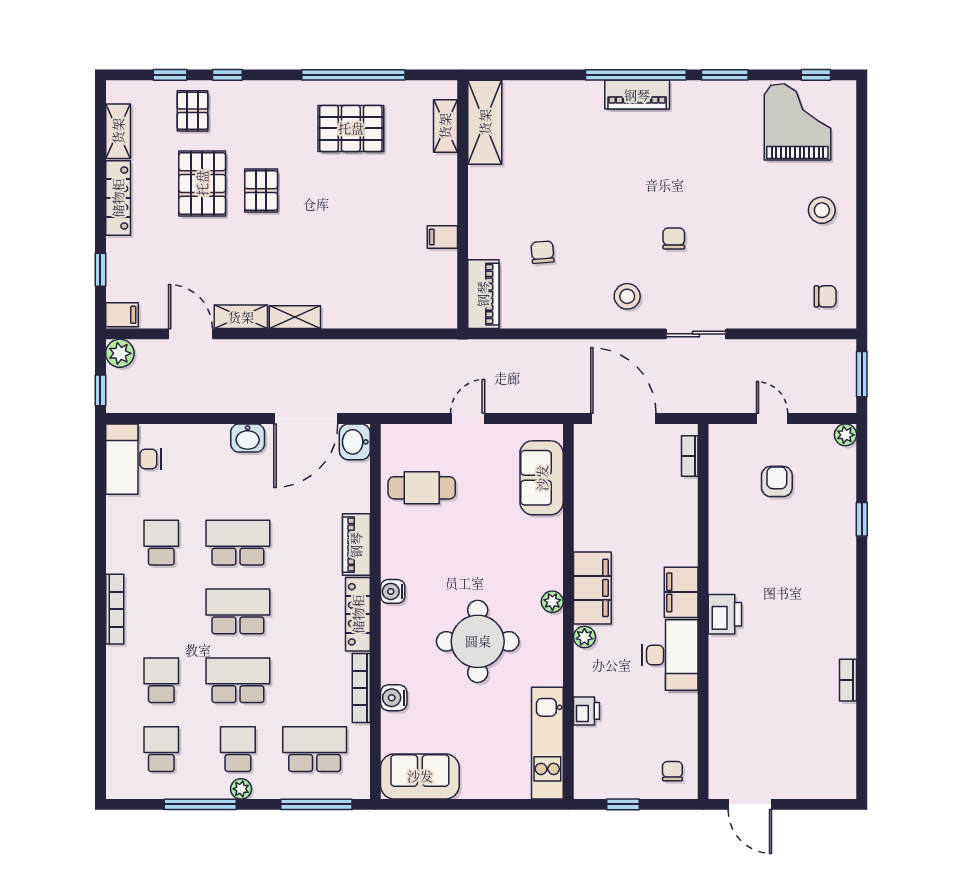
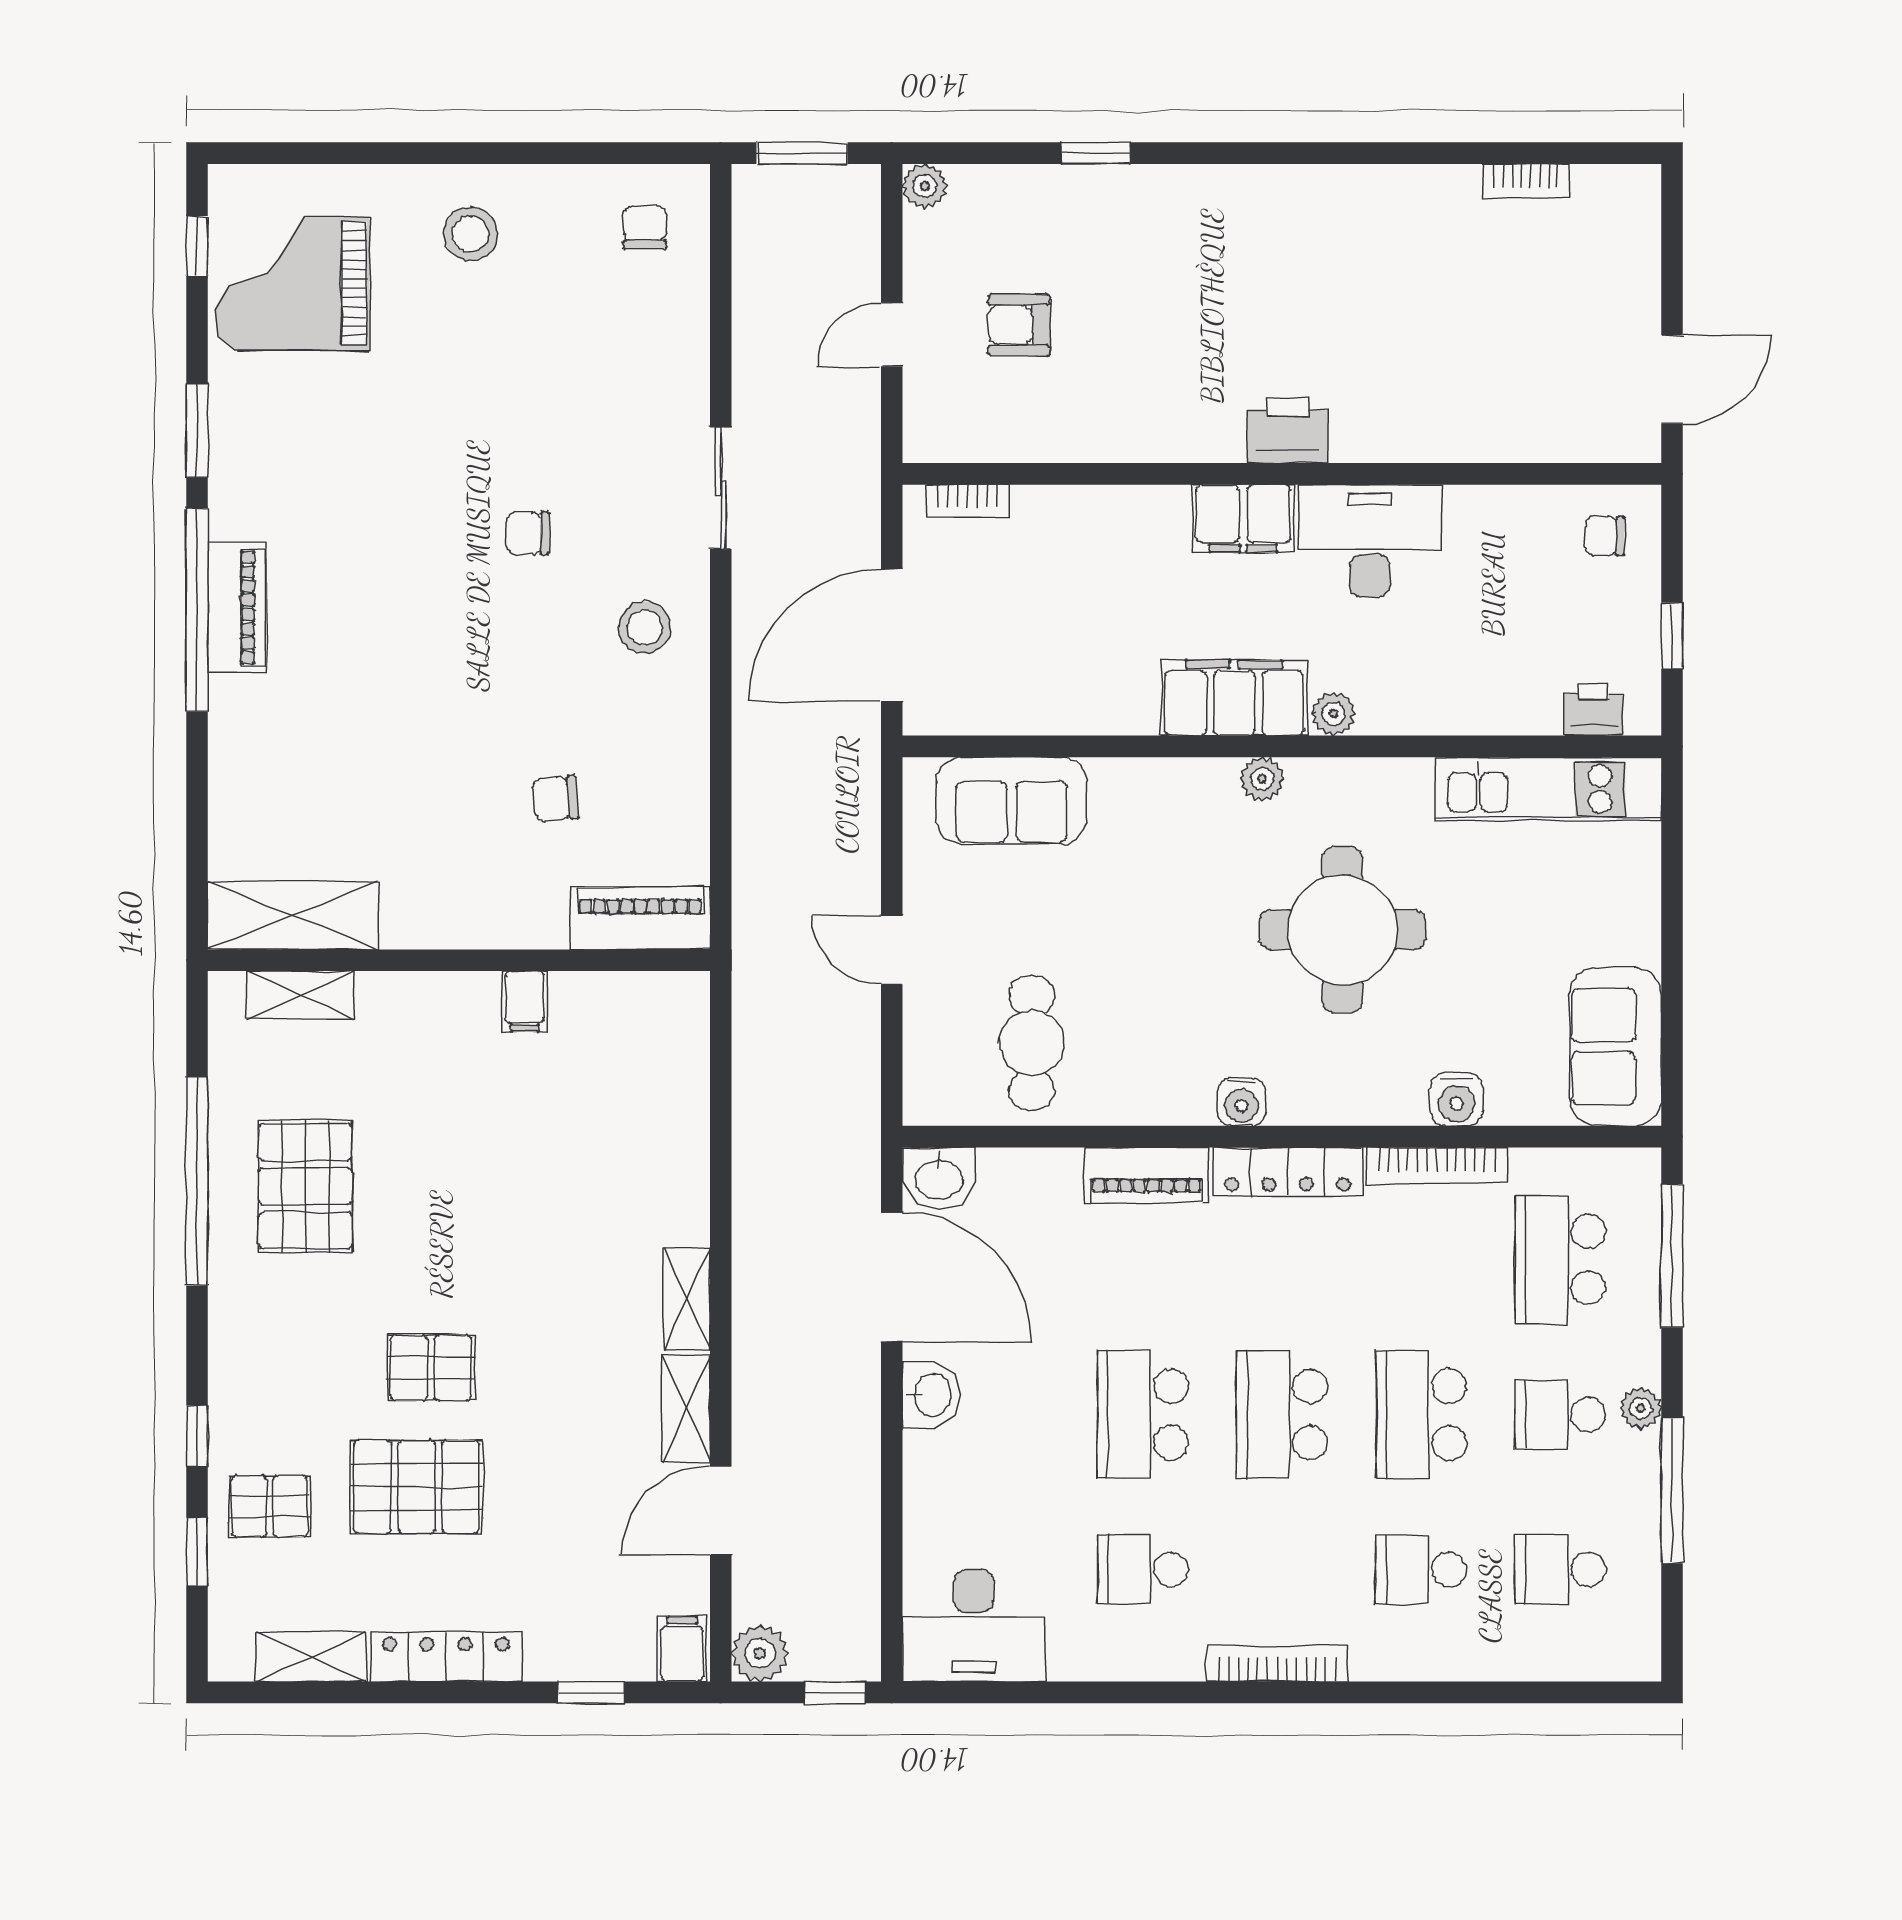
bookcase: (848, 680) -> (1526, 181), moved
printer: (587, 711) -> (1593, 710), moved

